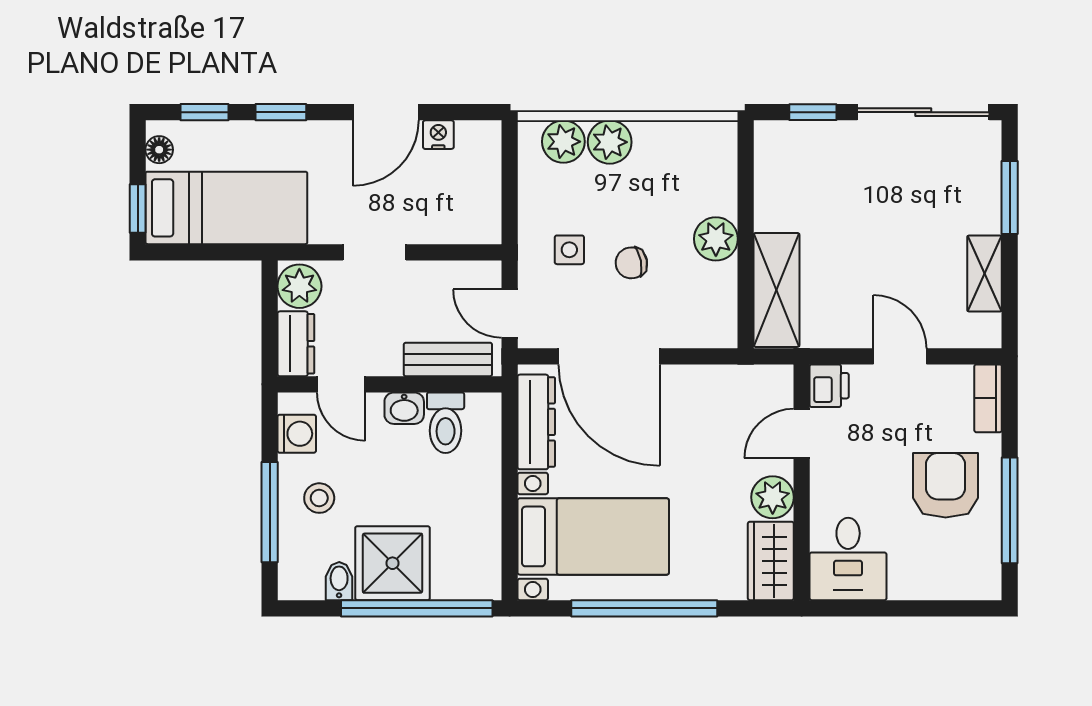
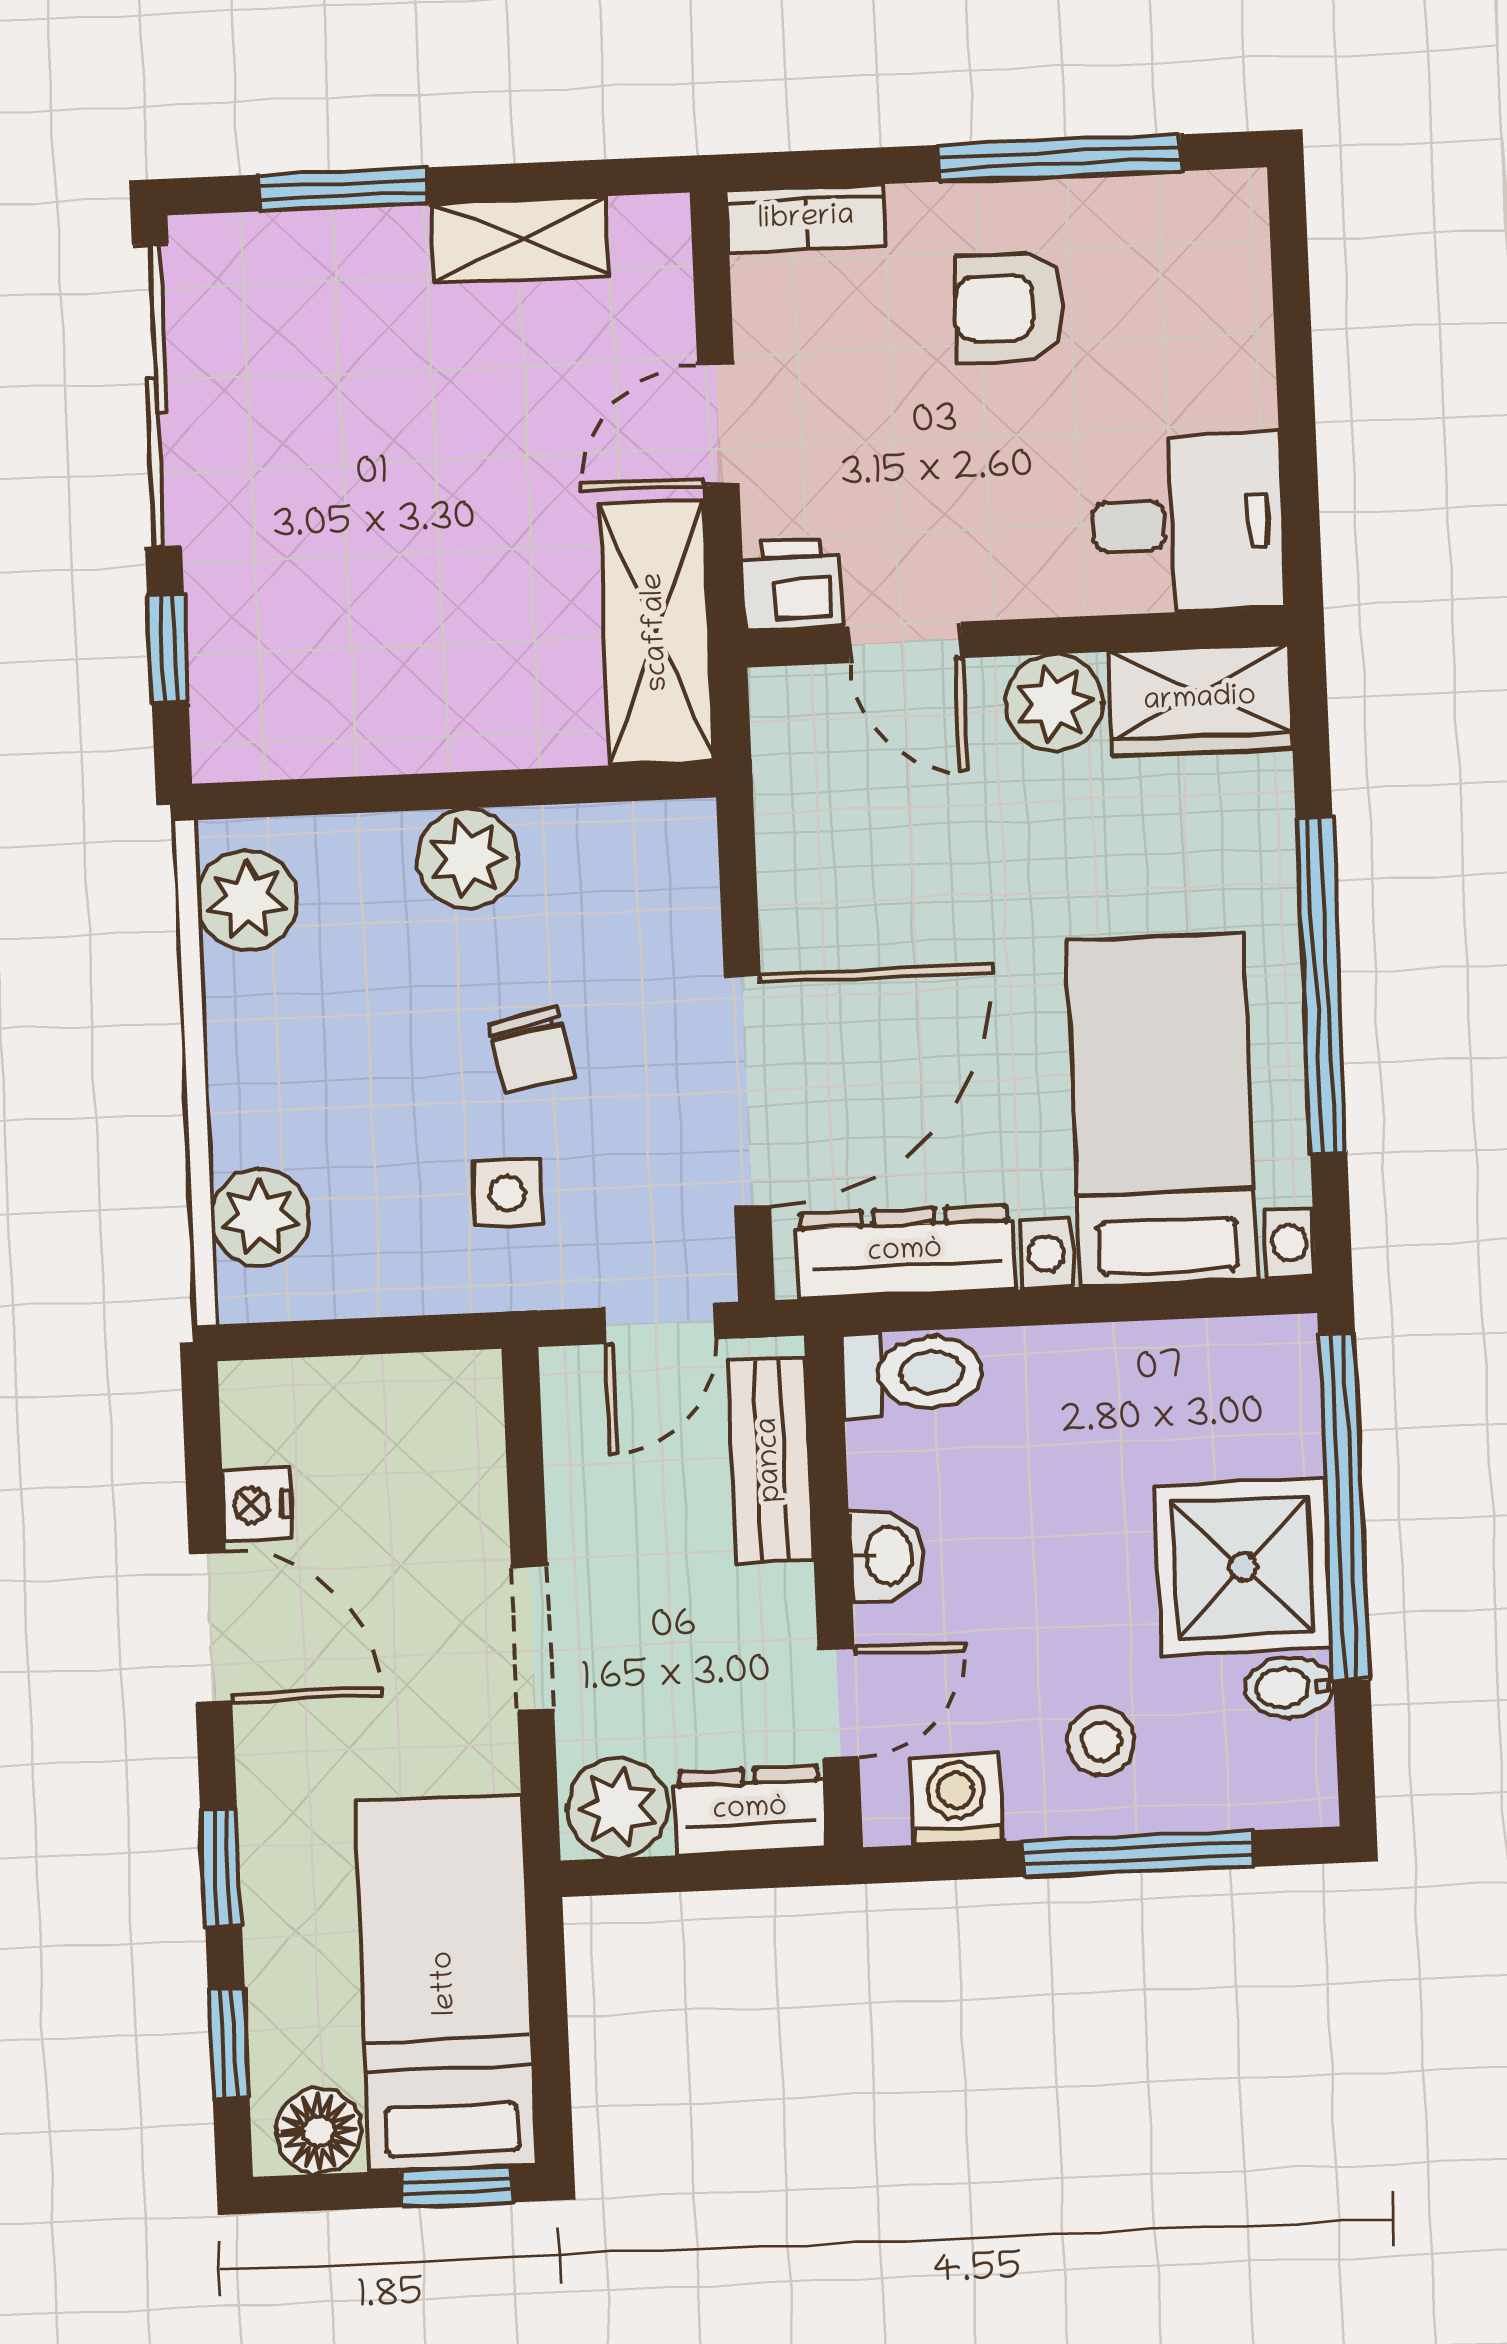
plant: (610, 142) -> (247, 900), moved
floor lamp: (159, 150) -> (318, 2131), width x1.37, depth x1.37
shelving: (776, 290) -> (657, 632), moved, turned 90
toilet: (446, 423) -> (912, 1373), moved
armchair: (946, 485) -> (1009, 308), width x0.72, depth x0.72

